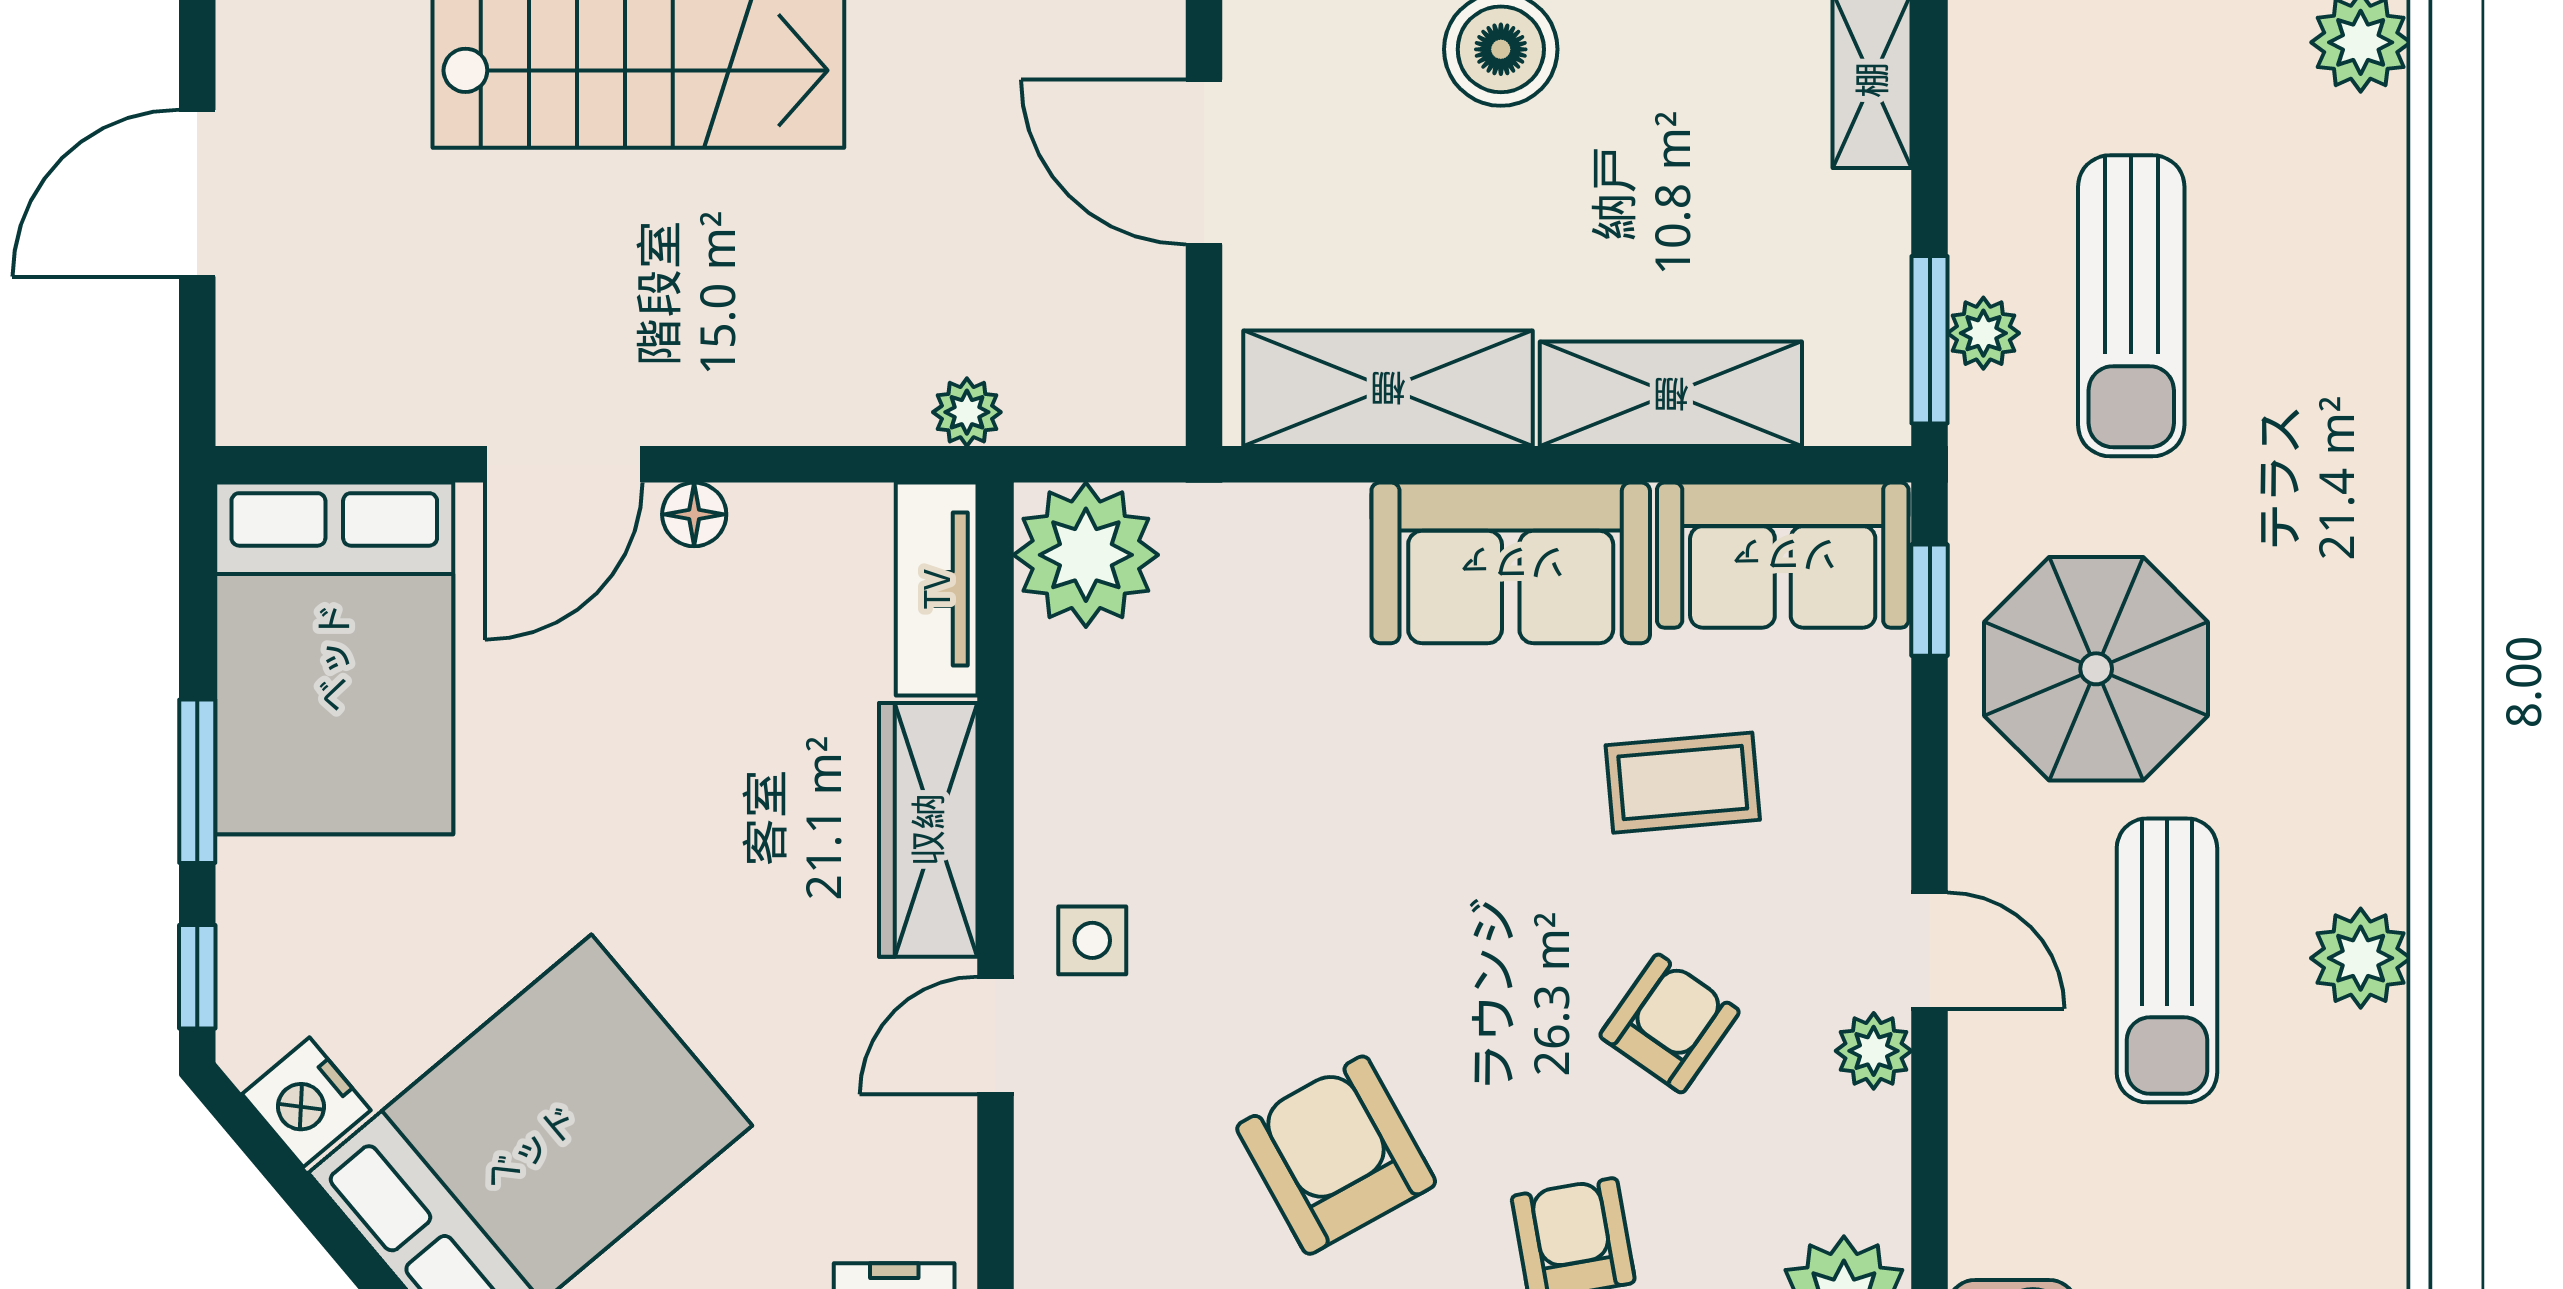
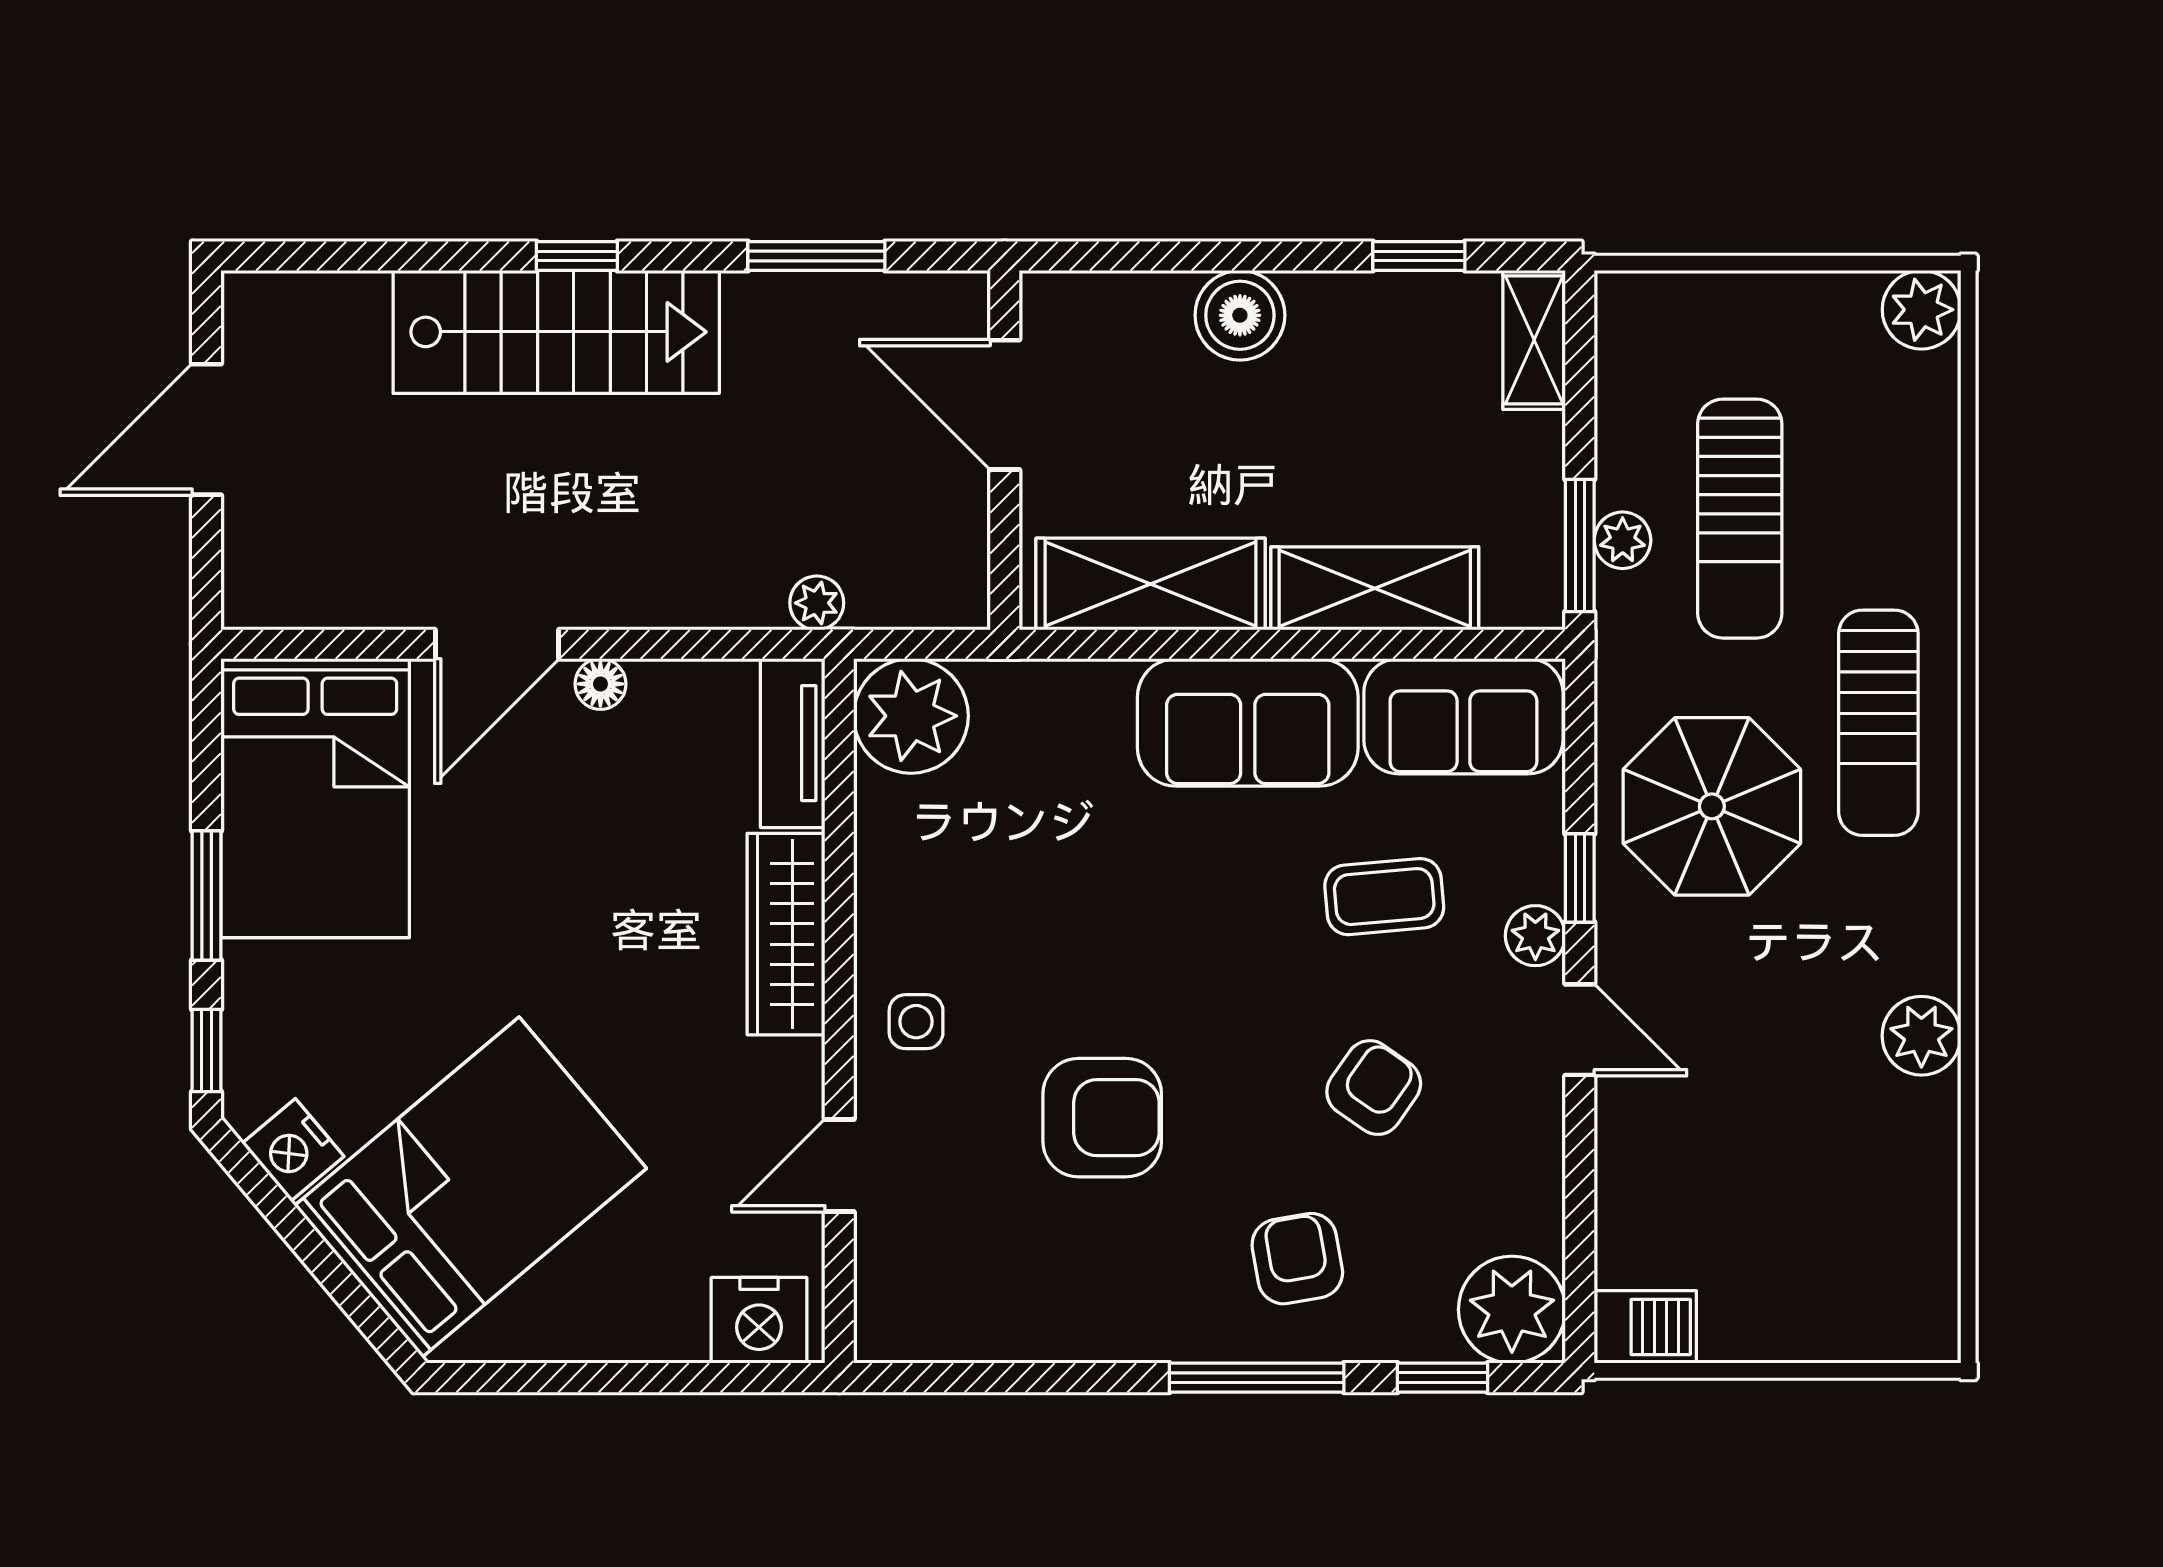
window: (1930, 600) -> (1580, 878), moved
sun lounger: (2167, 960) -> (1878, 723), moved
door: (995, 1036) -> (839, 1165), moved
plant: (1874, 1051) -> (1535, 936), moved
armchair: (1336, 1155) -> (1102, 1118), moved, turned 119

